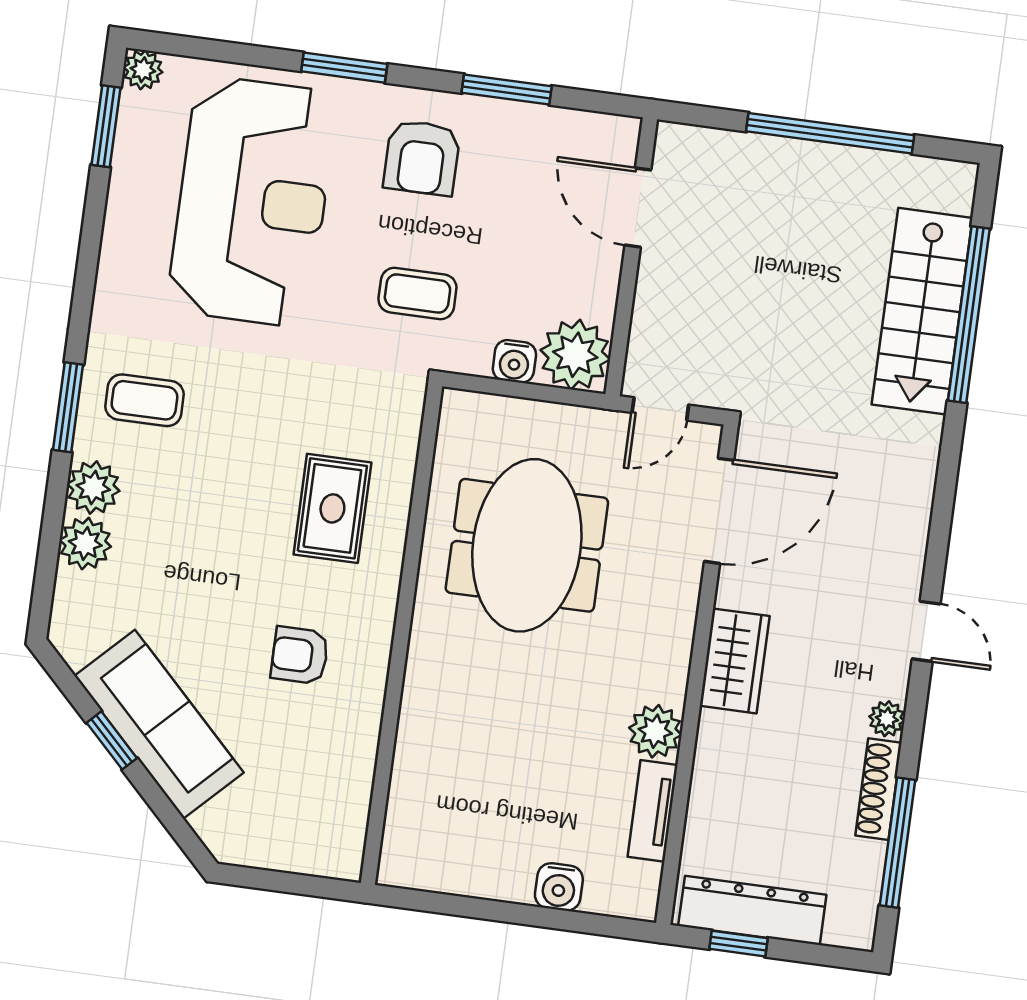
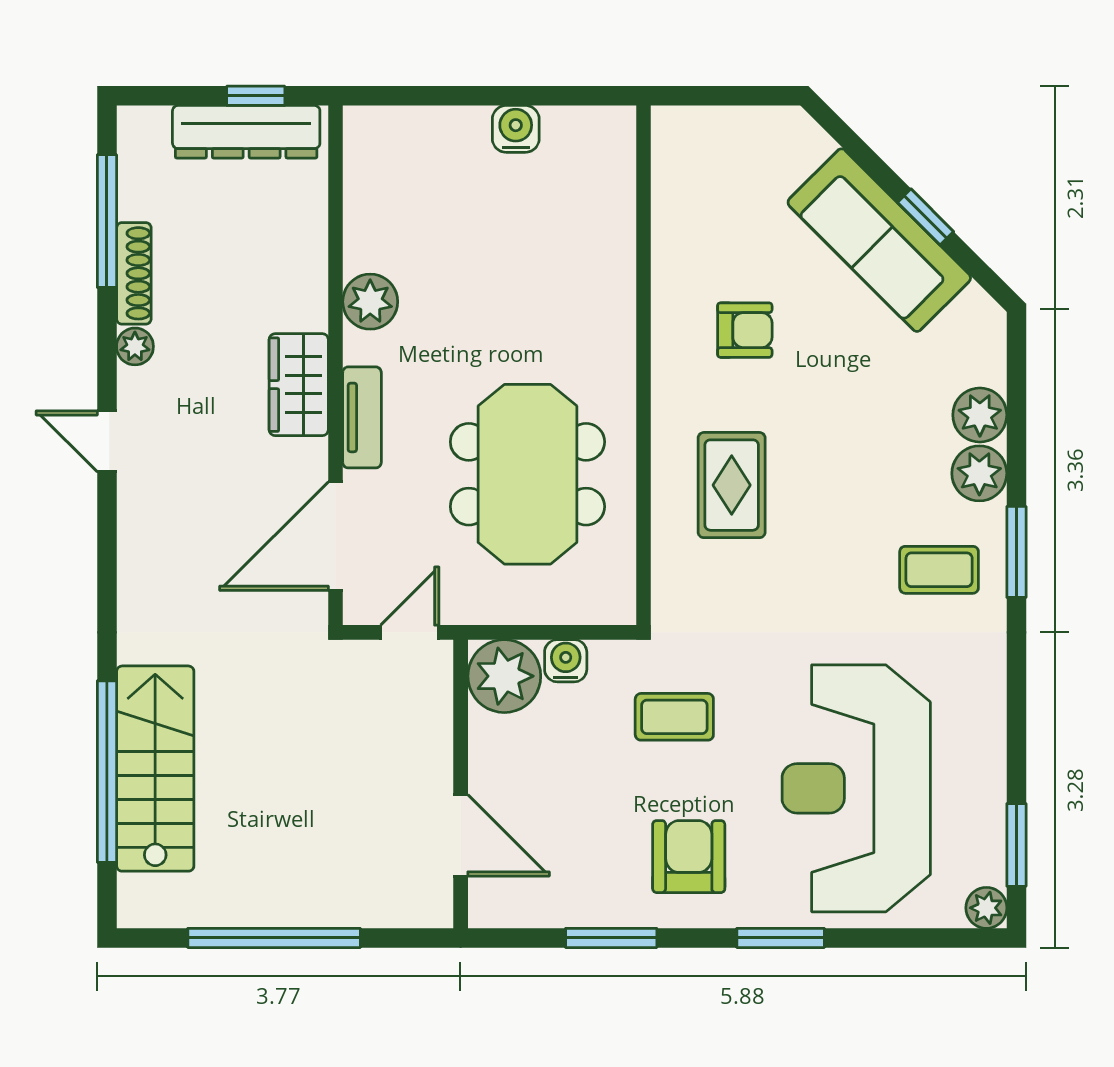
tv unit: (653, 811) -> (362, 417), moved
water cooler: (559, 887) -> (516, 129), moved

